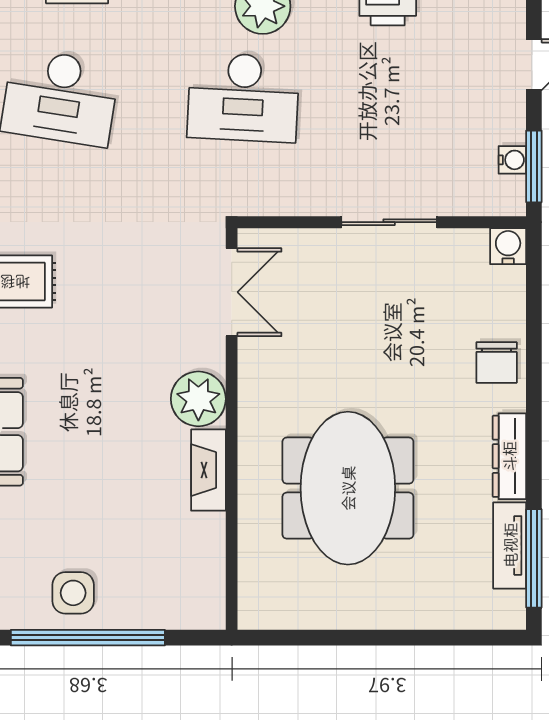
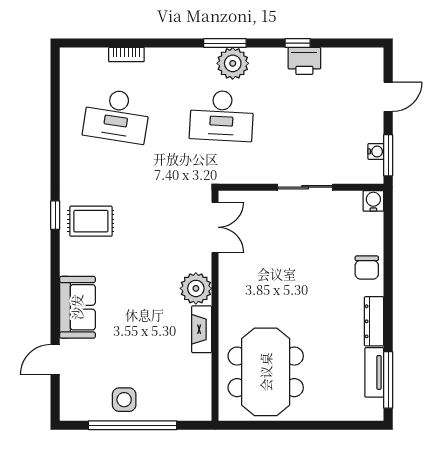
meeting table: (348, 488) -> (266, 372), moved

